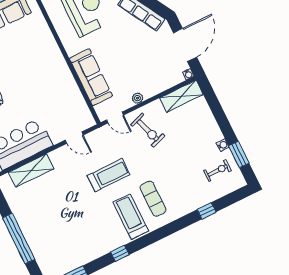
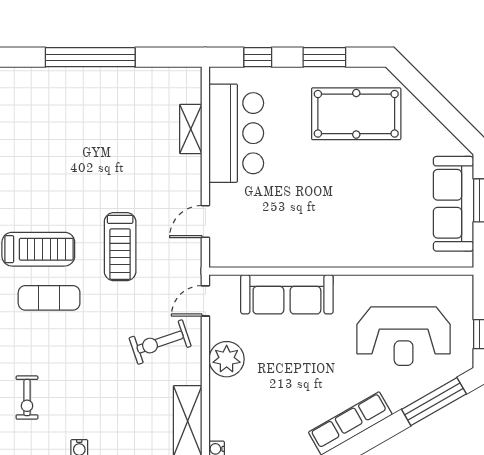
plant: (138, 98) -> (227, 359), width x1.88, depth x1.88
shelving: (31, 171) -> (191, 129), width x0.67, depth x0.75
exercise bike: (218, 171) -> (27, 398), moved

